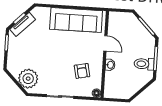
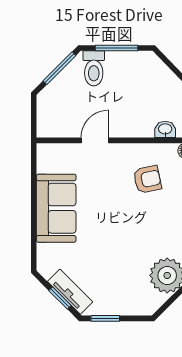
sofa: (76, 20) -> (56, 208), width x0.73
toilet: (144, 64) -> (94, 68), moved
washbasin: (110, 65) -> (165, 129), moved

